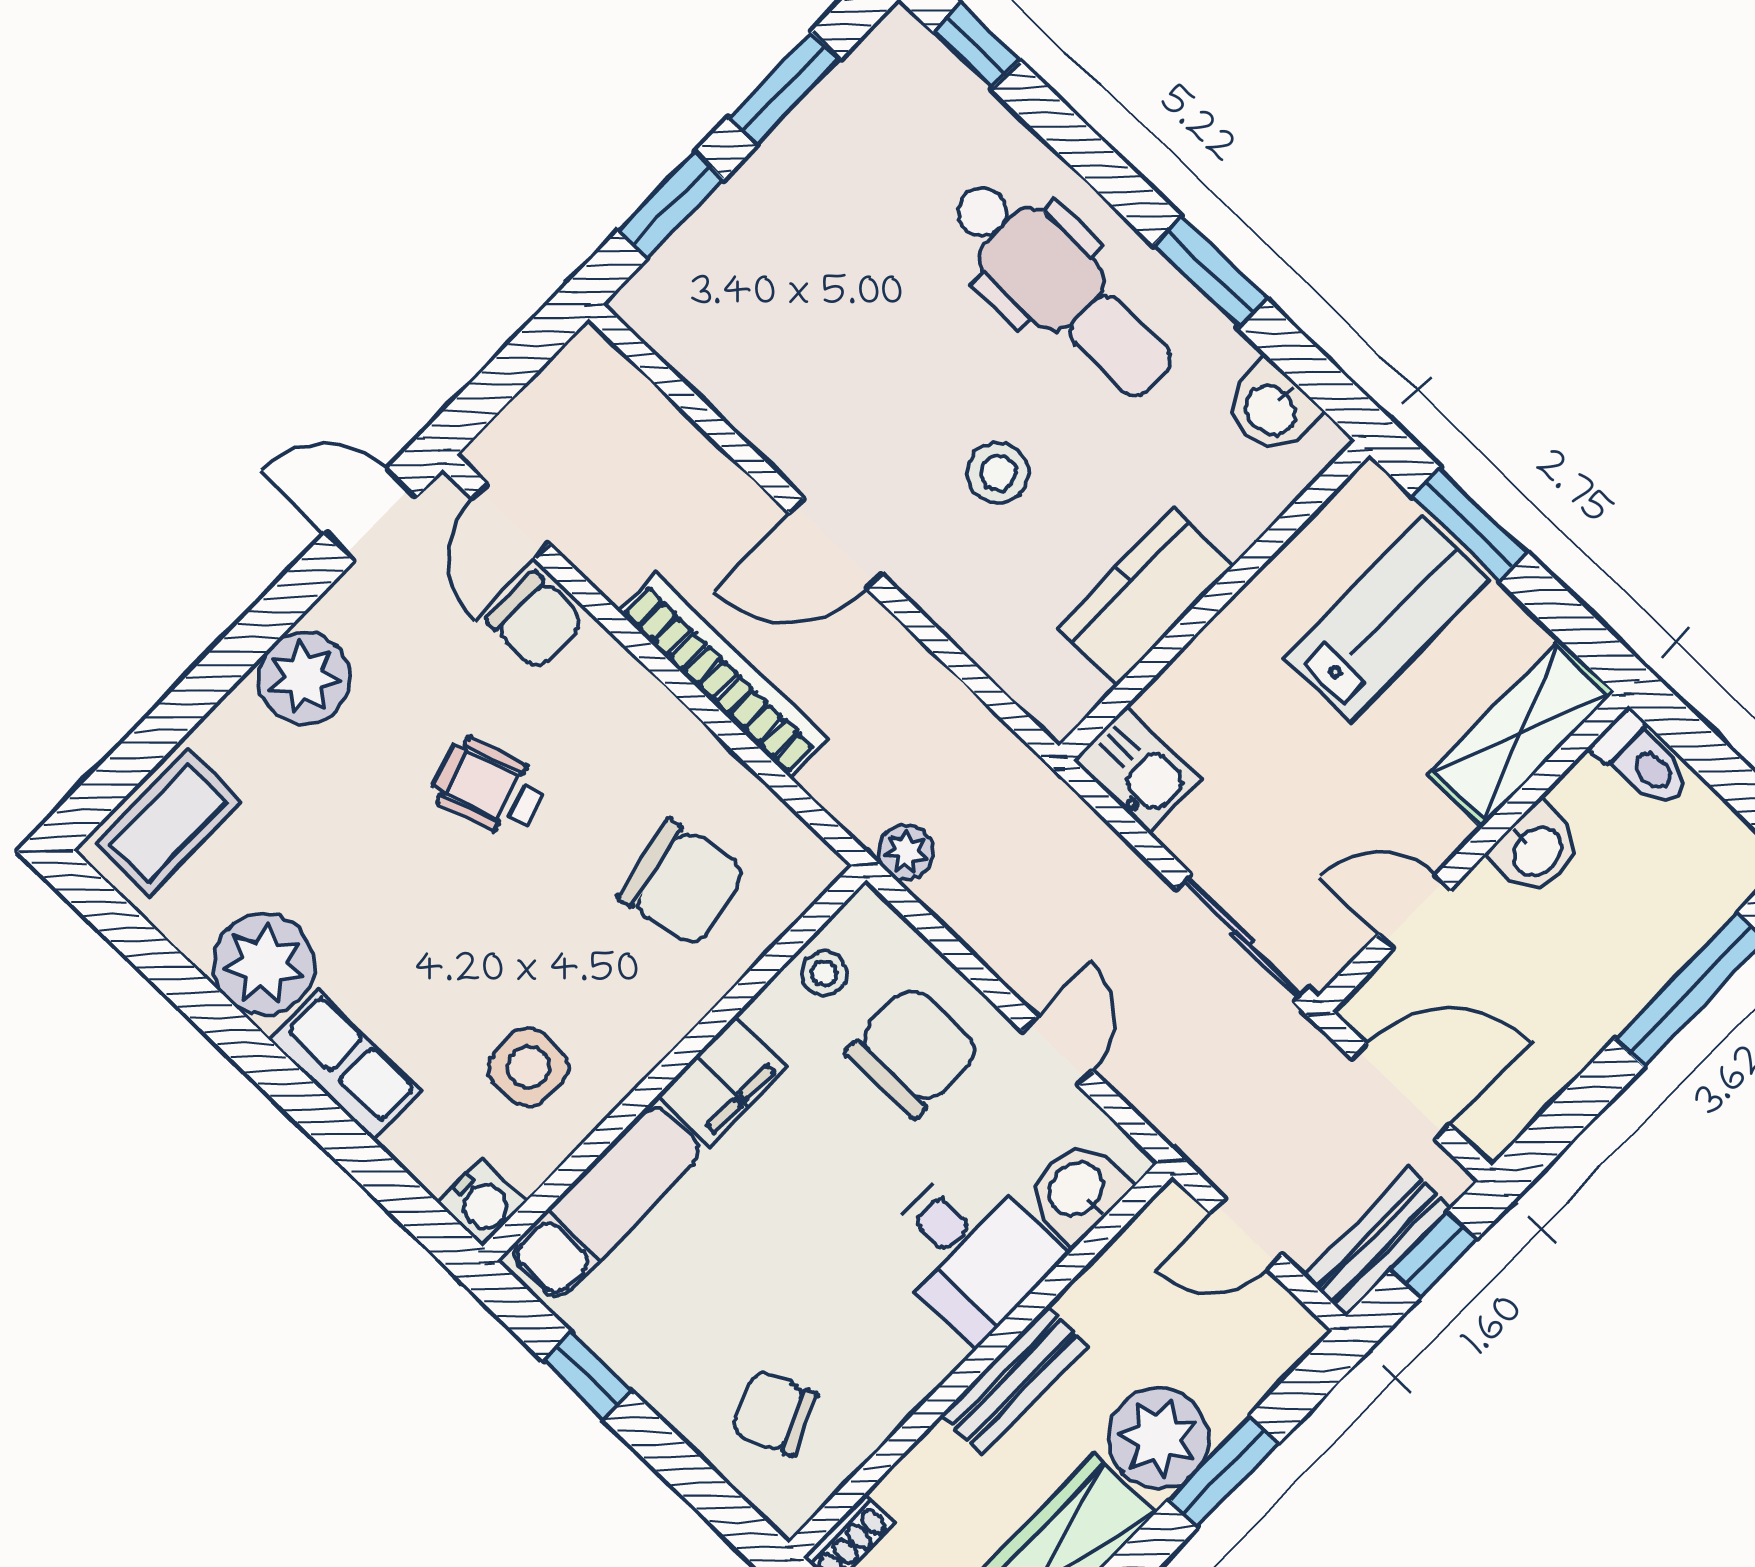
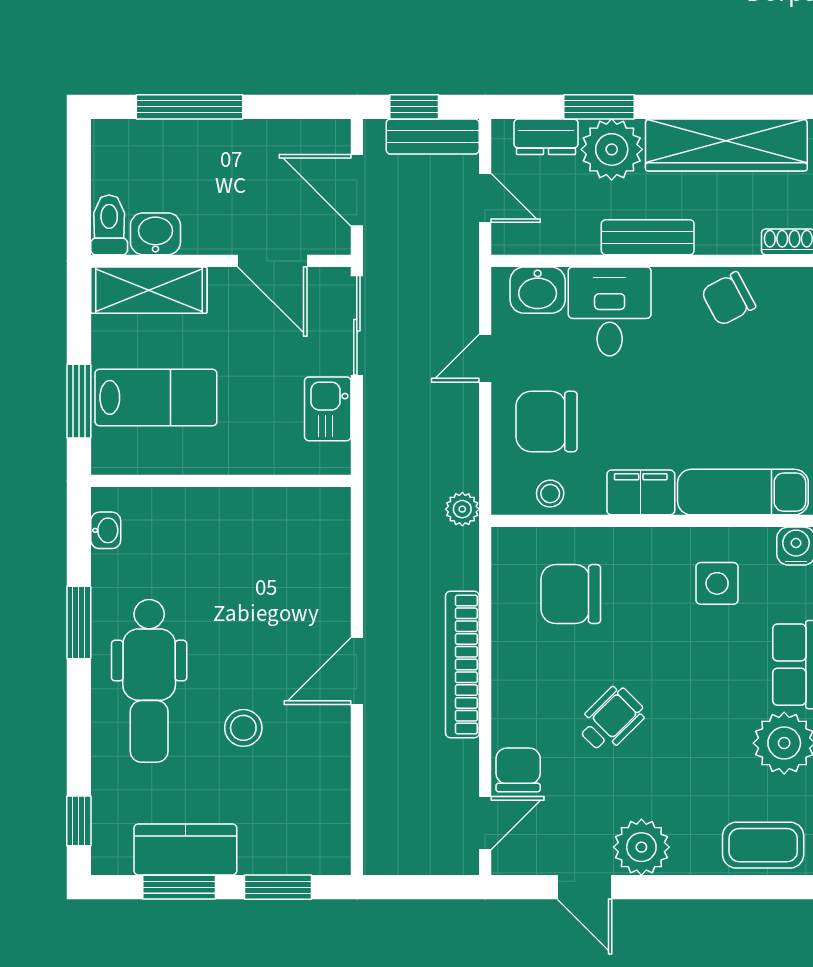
dental chair: (1061, 288) -> (149, 681), turned 180
washbasin: (1272, 408) -> (106, 530), width x0.72, depth x0.69
stool: (998, 473) -> (243, 728), moved
door: (371, 515) -> (584, 887), moved
door: (836, 544) -> (357, 671), swing flipped
kitchen counter: (1146, 597) -> (185, 849), moved, turned 180
lab bench: (1386, 619) -> (156, 397), turned 180
kitchen sink: (1137, 769) -> (328, 409), moved
wheelchair: (489, 787) -> (611, 719), turned -117
washbasin: (1536, 850) -> (155, 234), moved
chair: (682, 883) -> (571, 594), turned -78
door: (1414, 912) -> (272, 261), width x1.38
dresser: (1249, 1375) -> (546, 137), added
chair: (774, 1413) -> (728, 299), moved, turned 85

